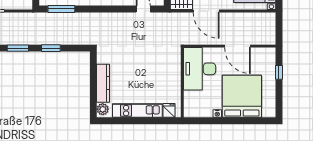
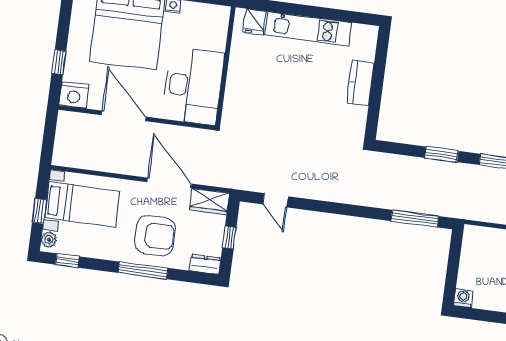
nightstand: (268, 55) -> (74, 95), added
kitchen counter: (103, 83) -> (361, 83), width x0.67
plant: (103, 109) -> (367, 39), removed

